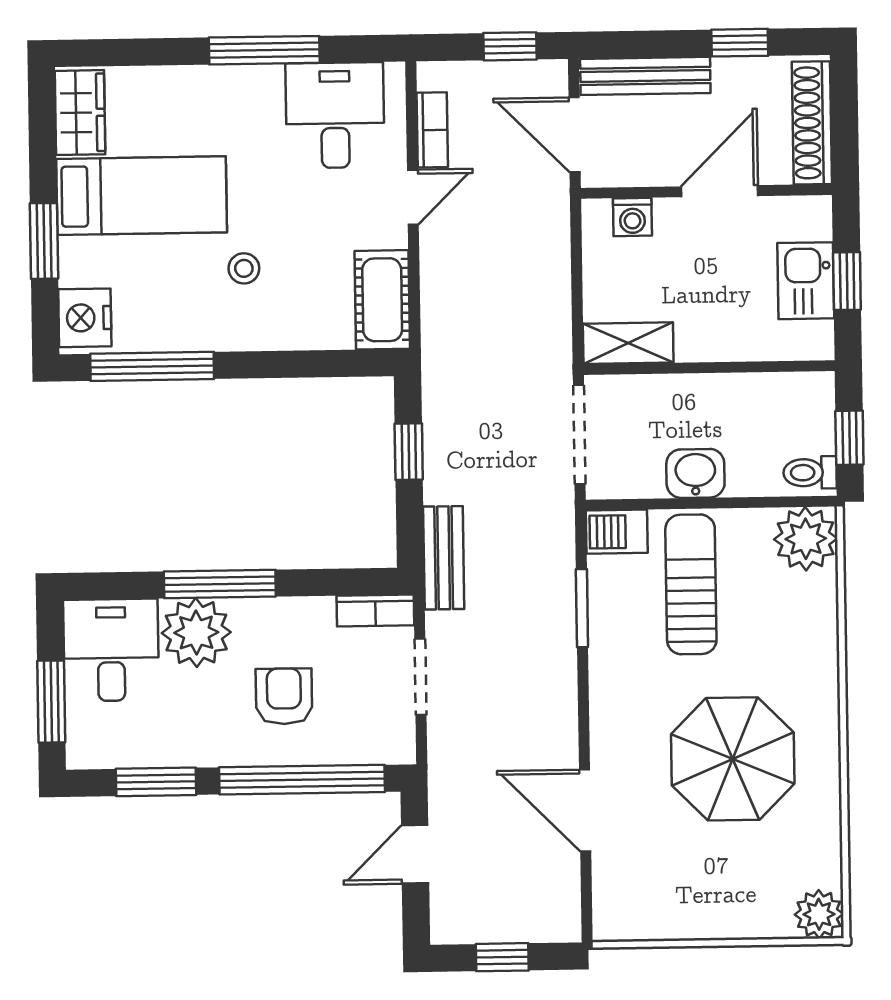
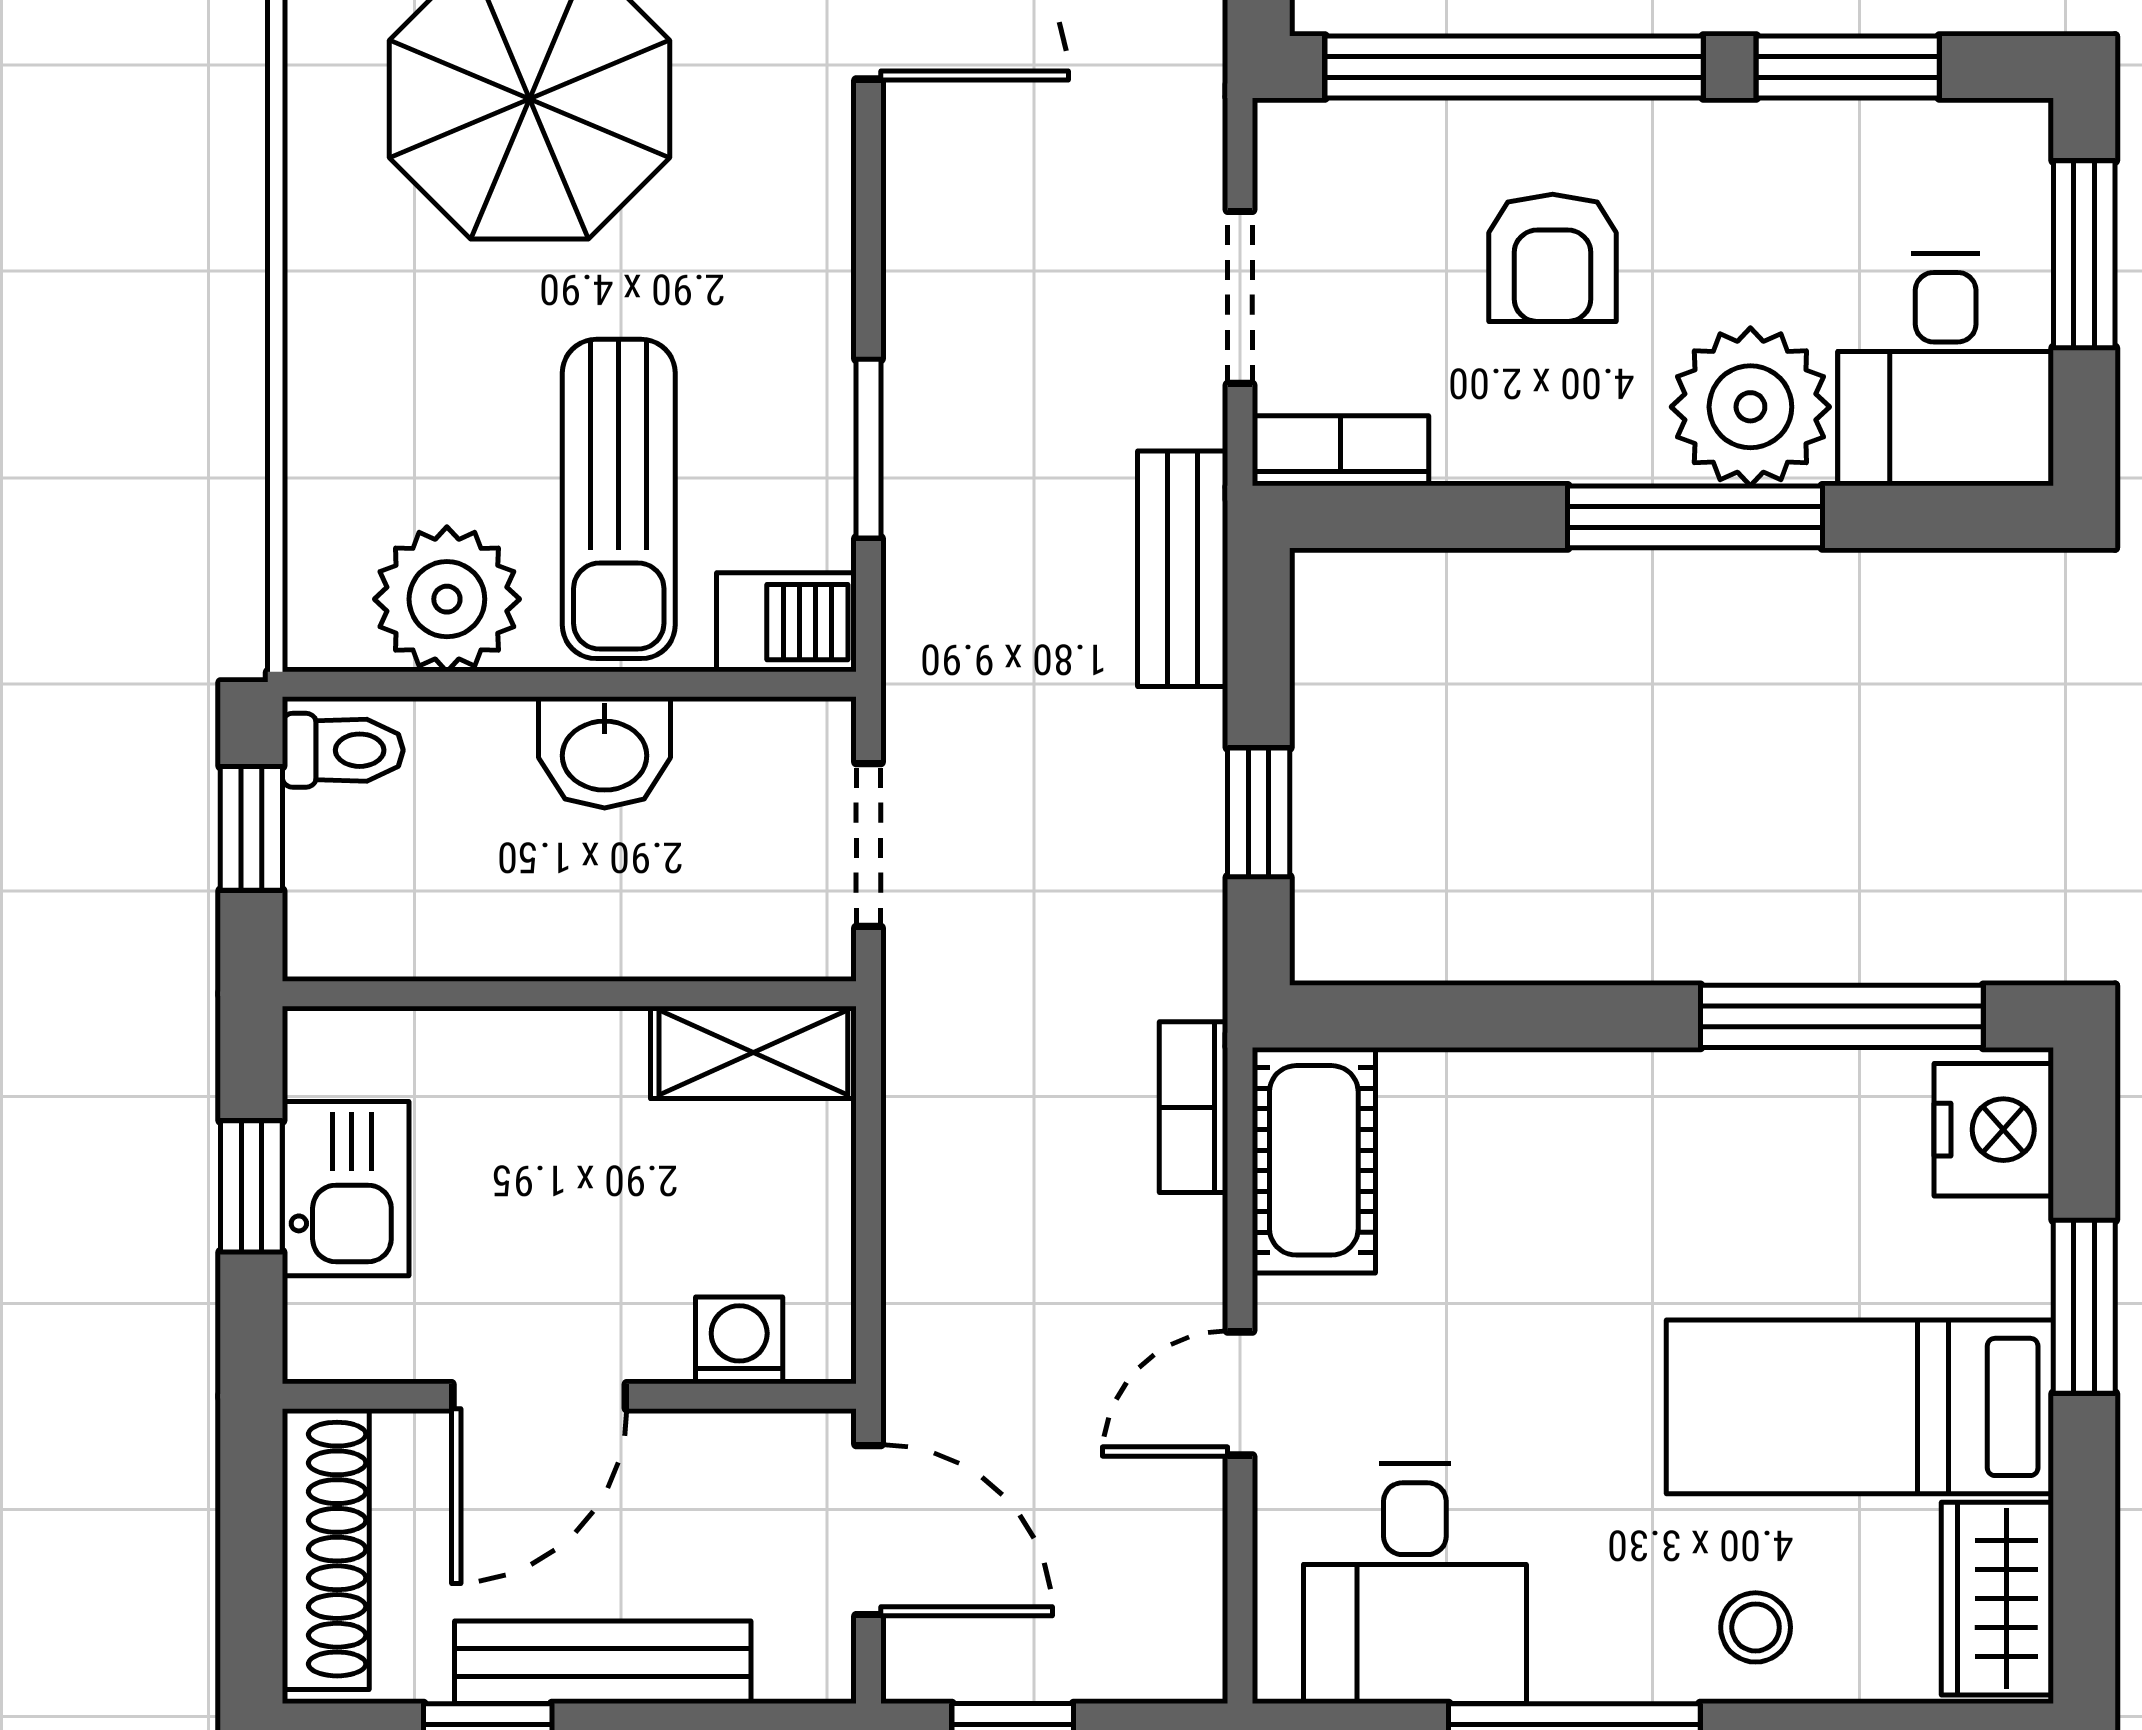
bench: (645, 76) -> (603, 1662), moved
bookcase: (432, 130) -> (1193, 1107), moved
stool: (244, 268) -> (1756, 1627), moved
doorway: (579, 435) -> (869, 845), width x0.73
plant: (806, 539) -> (447, 599), moved

